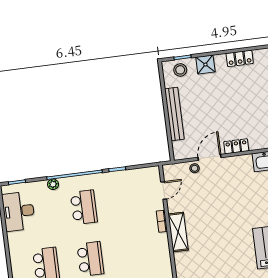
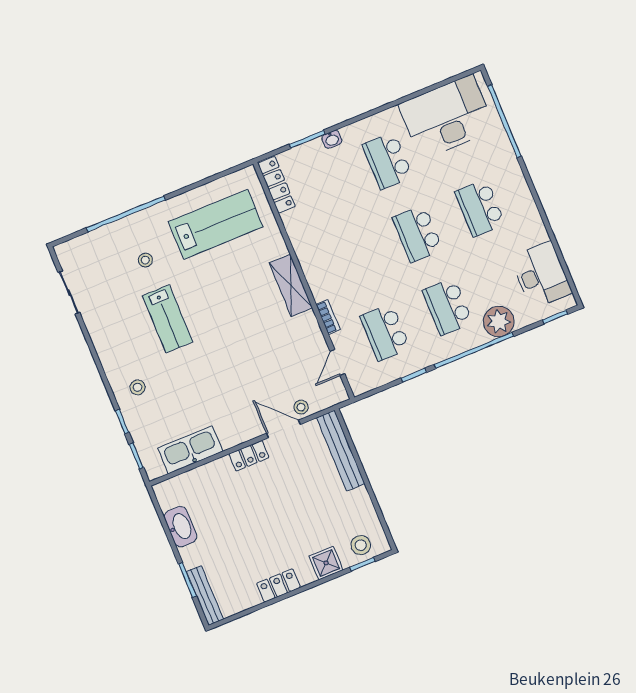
bench: (174, 114) -> (341, 451), moved
door: (210, 157) -> (283, 429), swing flipped
plant: (53, 184) -> (499, 321), width x1.88, depth x1.88
school desk: (128, 202) -> (385, 332), added
shelving: (178, 232) -> (291, 285), moved

